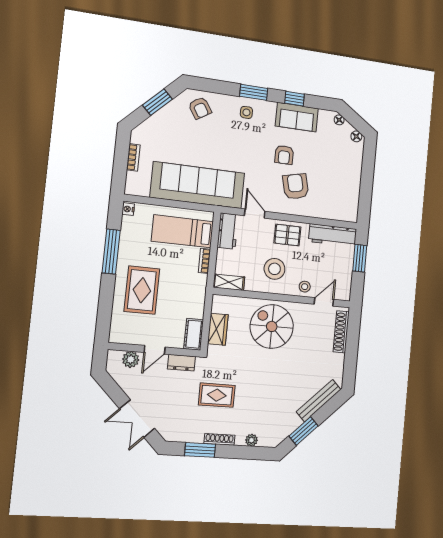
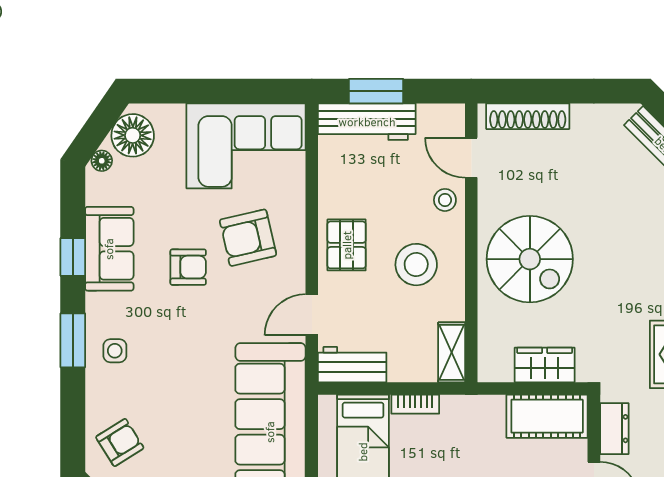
floor lamp: (356, 136) -> (133, 135), width x1.89, depth x1.89
corner sofa: (340, 191) -> (246, 146), added
workbench: (333, 235) -> (367, 122), moved, turned 90
spiral stairs: (272, 326) -> (530, 259), turned -90
cot: (194, 334) -> (547, 416), width x1.37, depth x1.34

